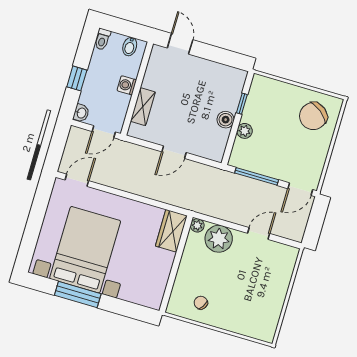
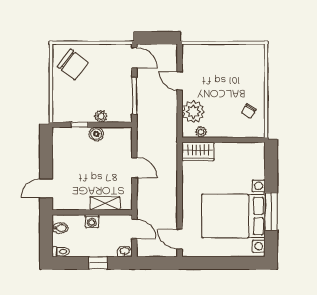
plant: (197, 225) -> (201, 132), moved

